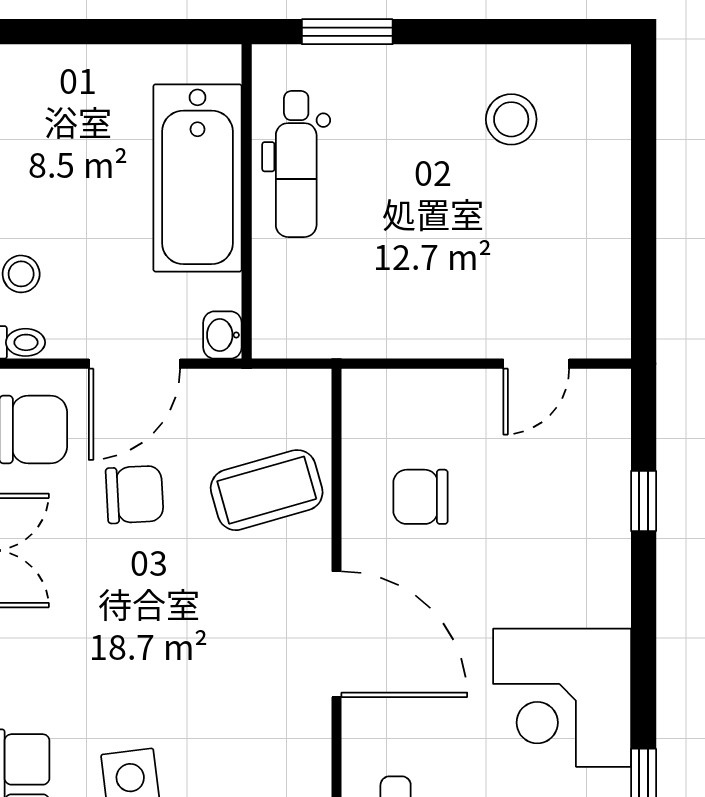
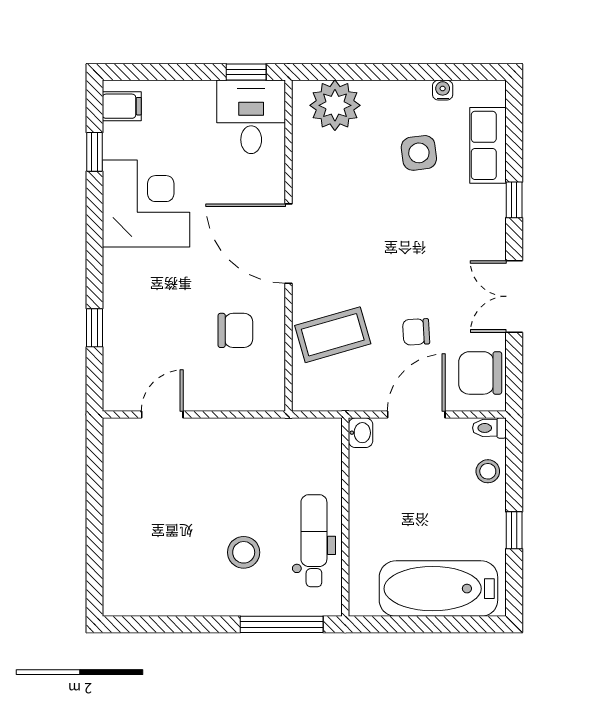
window: (347, 32) -> (282, 624), width x1.44
stool: (511, 119) -> (244, 552), moved
bathtub: (197, 178) -> (438, 589), moved, turned -90
chair: (135, 495) -> (416, 332), width x0.73, depth x0.73

